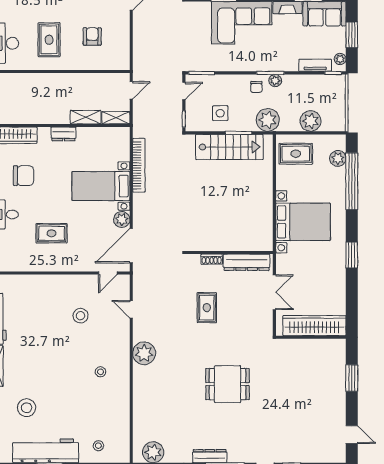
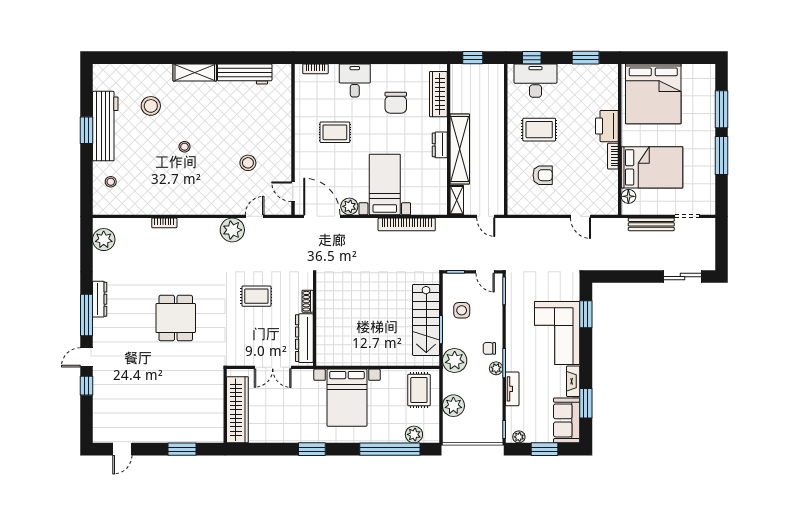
tv unit: (315, 65) -> (512, 389), moved
shelving: (86, 117) -> (460, 149), width x2.20, depth x1.33
rug: (52, 233) -> (335, 132), turned 90
plant: (144, 353) -> (232, 230), moved
stool: (100, 372) -> (184, 147), moved
bookcase: (137, 395) -> (164, 223), added

